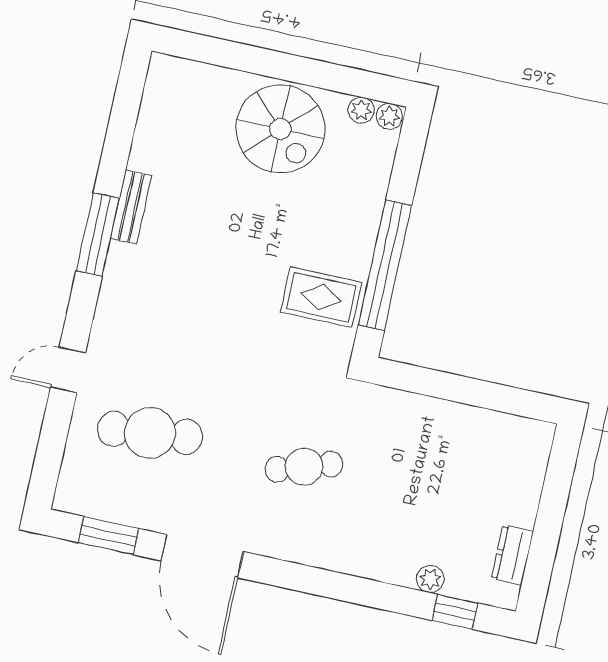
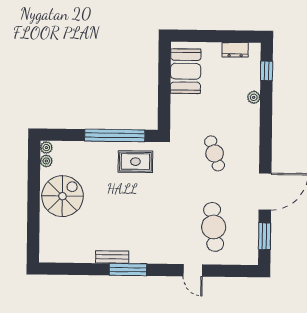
rug: (321, 297) -> (135, 162), turned 90
booth: (489, 442) -> (186, 71), added
plant: (430, 579) -> (254, 97), moved

